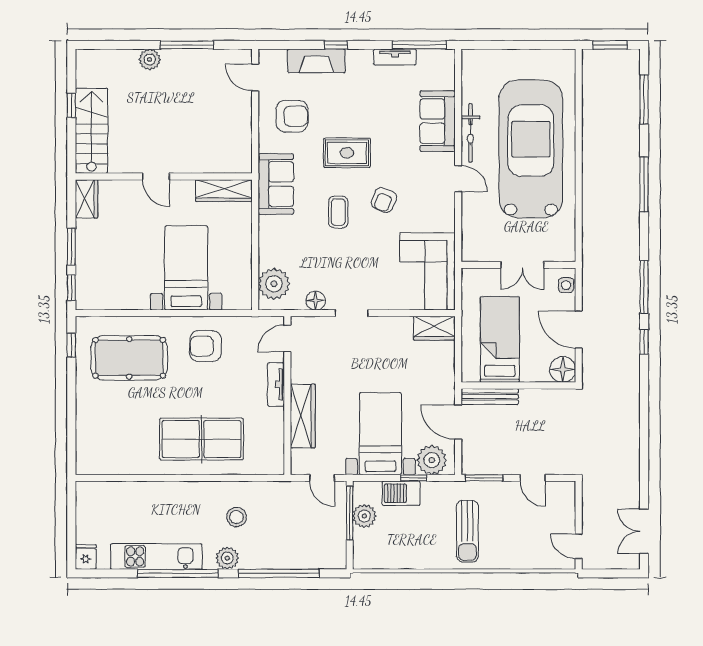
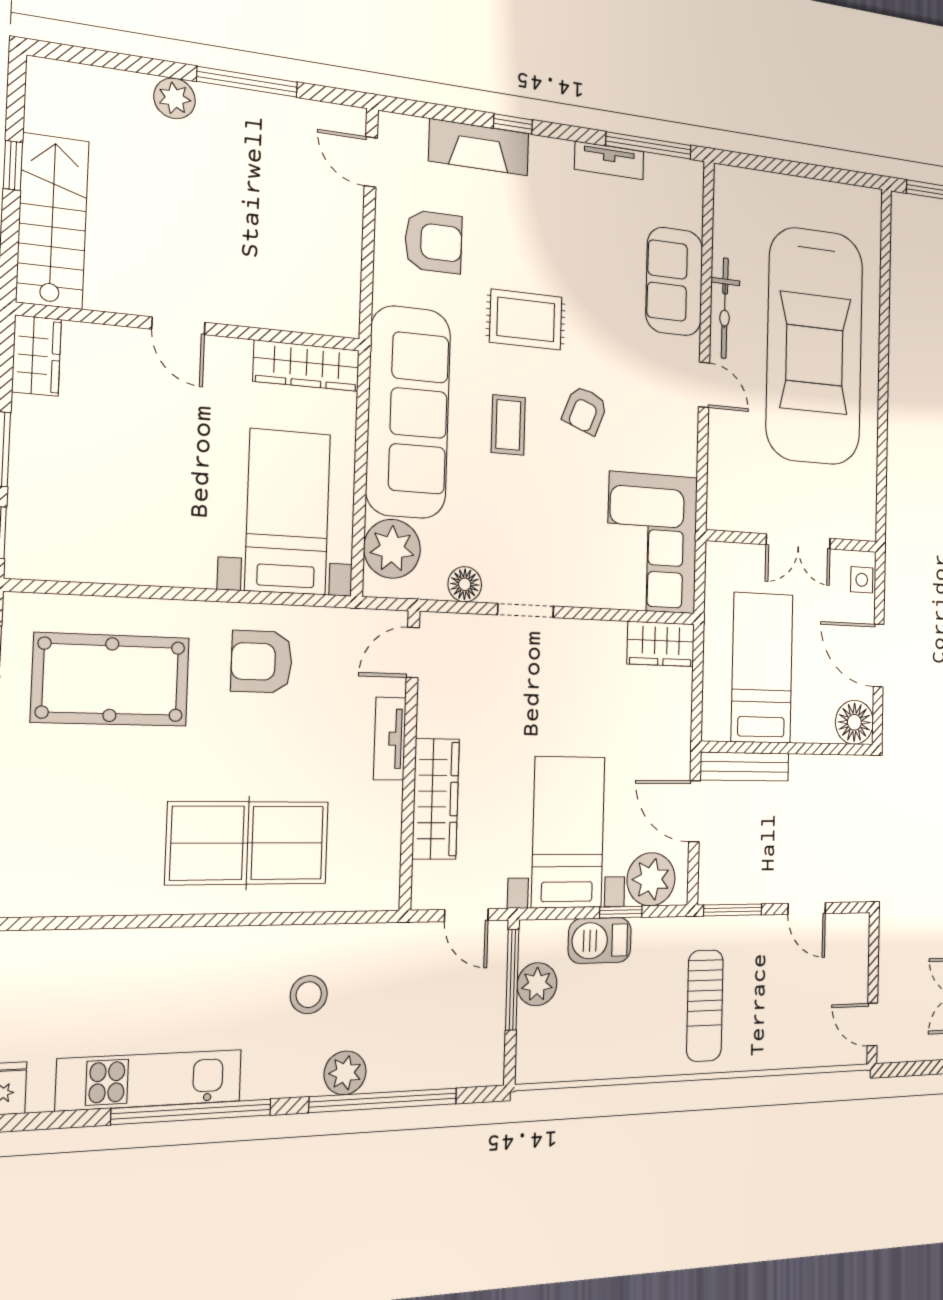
car: (531, 149) -> (815, 346), turned 180
sofa: (276, 184) -> (408, 412), width x1.85, depth x1.27
bed with nightstands: (186, 268) -> (288, 512), moved
plant: (227, 558) -> (345, 1073), moved

